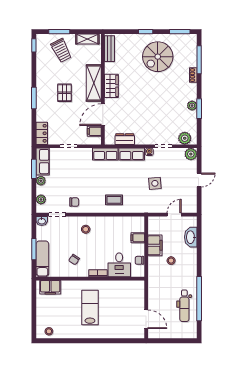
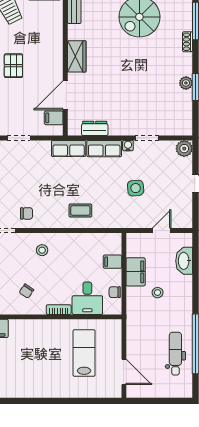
shelving: (94, 83) -> (53, 53), removed
plant: (185, 138) -> (176, 127), removed
dental chair: (184, 306) -> (175, 354), turned 180
lab bench: (90, 308) -> (84, 353), moved

